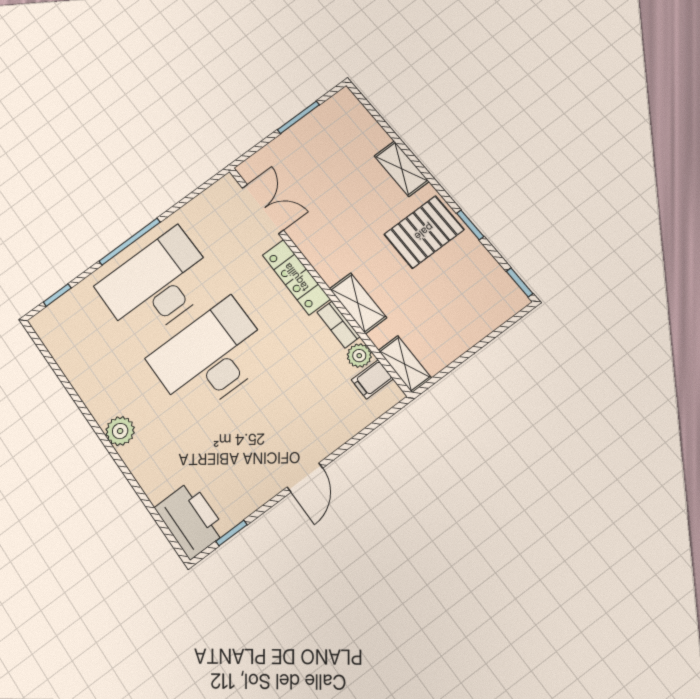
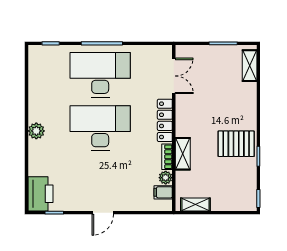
shelving: (402, 169) -> (250, 66), moved
shelving: (405, 364) -> (195, 204), moved, turned 90

